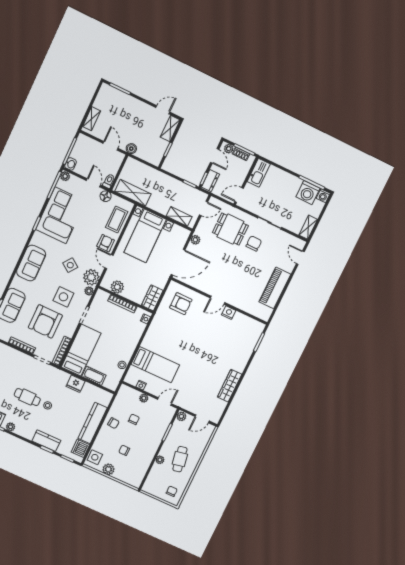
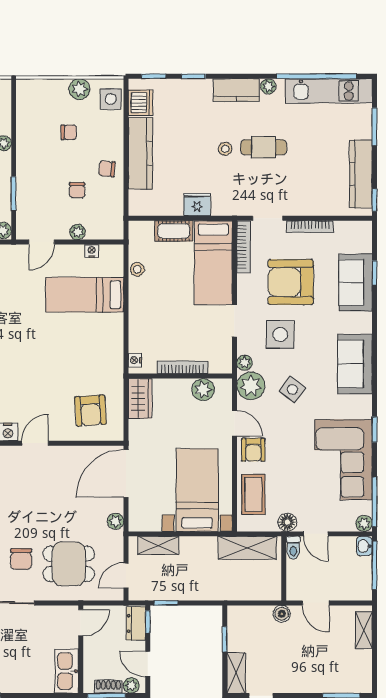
armchair: (181, 304) -> (91, 411), turned -94
armchair: (45, 321) -> (291, 282), turned -90
kitchen counter: (46, 441) -> (236, 90), moved

